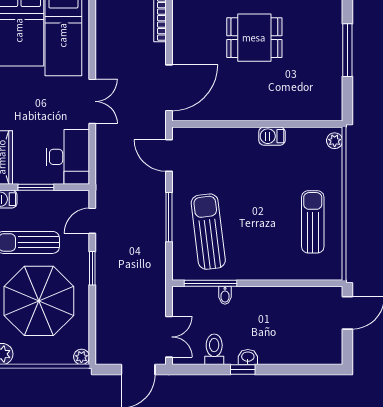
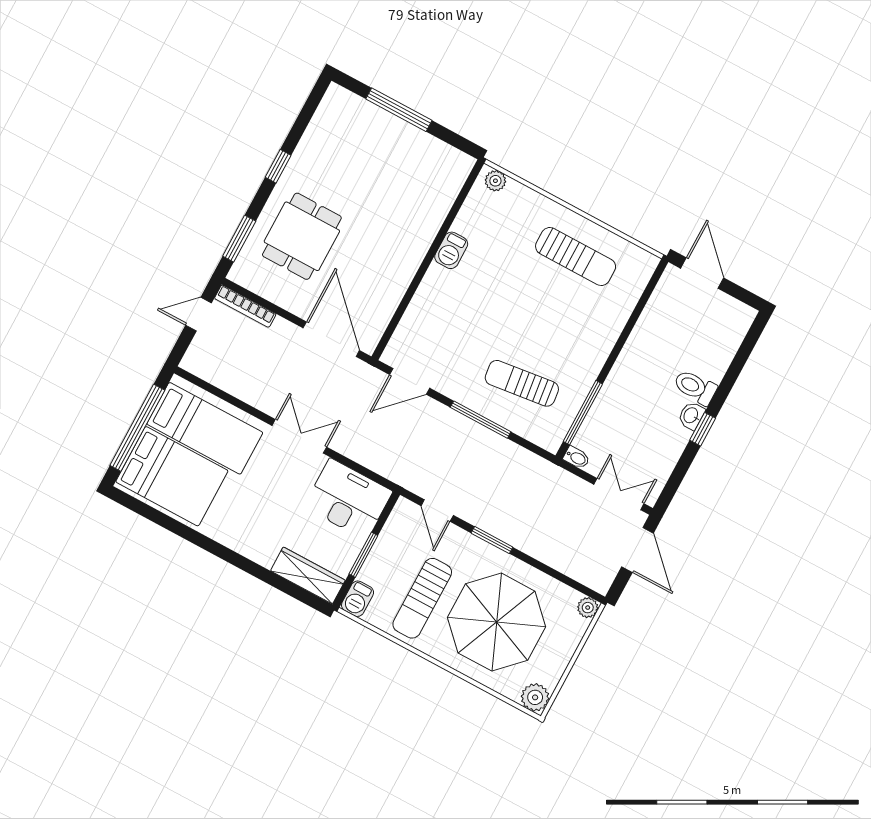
dining table: (254, 38) -> (302, 236), moved
sun lounger: (313, 222) -> (576, 257), turned 180
sun lounger: (208, 232) -> (522, 383), width x0.73, depth x0.75
bidet: (225, 295) -> (576, 458), moved
toilet: (214, 349) -> (695, 387), moved

